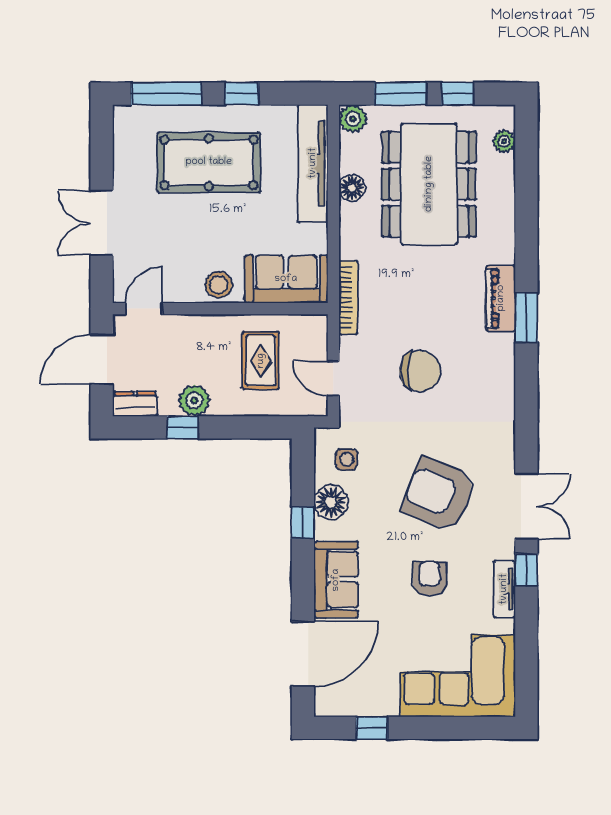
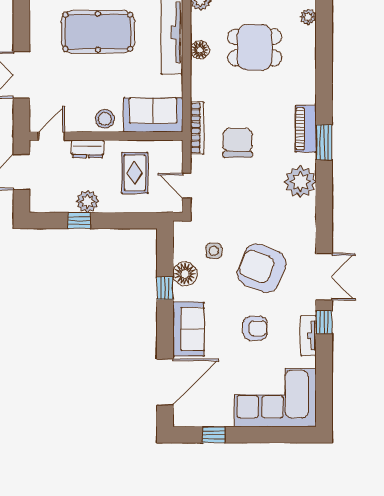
dining table: (429, 184) -> (255, 47), width x0.53, depth x0.80
chair: (420, 371) -> (238, 143), moved, turned -90
plant: (493, 373) -> (300, 182), added
dresser: (135, 404) -> (88, 149), moved, turned 180
side table: (347, 459) -> (214, 251), moved
armchair: (430, 579) -> (255, 328), turned 90

